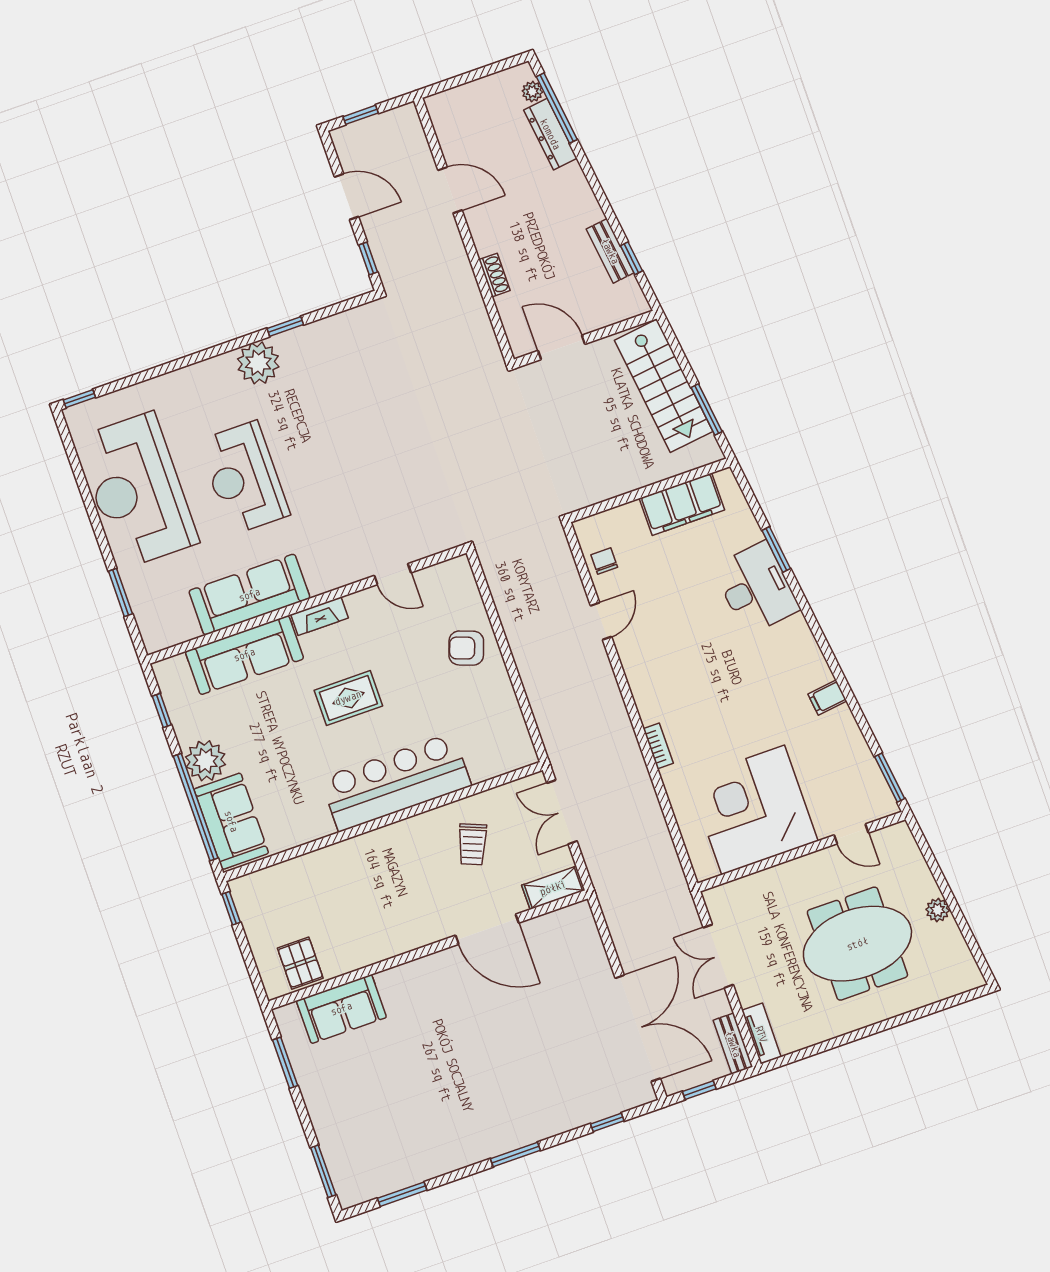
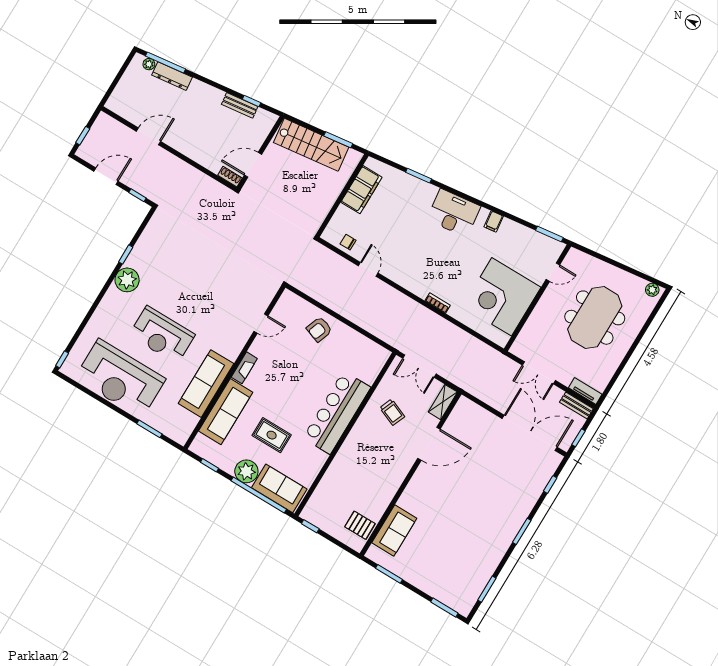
shoe rack: (494, 275) -> (230, 177), moved
desk: (756, 588) -> (454, 213), moved
rug: (348, 698) -> (272, 435), moved, turned 90
plant: (938, 910) -> (652, 290), moved

